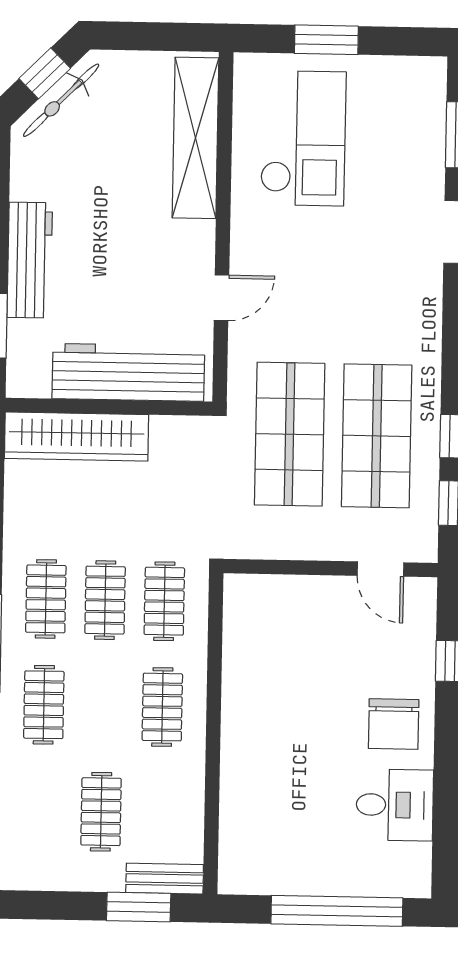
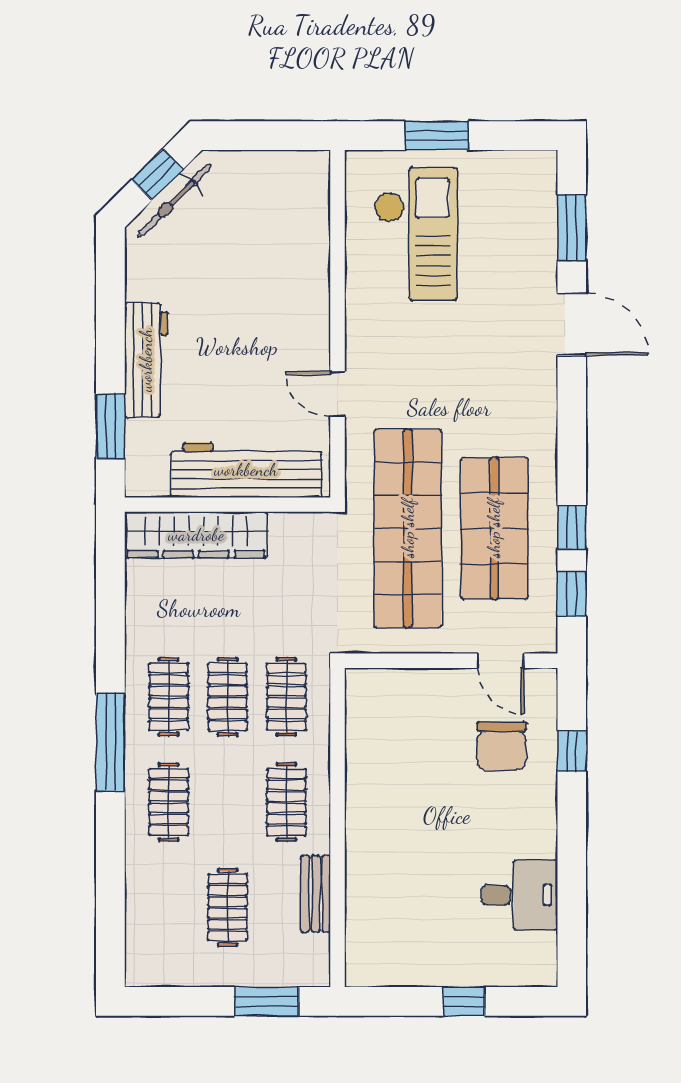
shelving: (196, 138) -> (309, 236), removed
door: (222, 298) -> (338, 394), swing flipped
shop shelf: (290, 434) -> (408, 528), width x1.40
chair: (394, 724) -> (502, 746), moved
bench: (165, 879) -> (316, 894), moved, turned 90
window: (337, 911) -> (464, 1001), width x0.32

